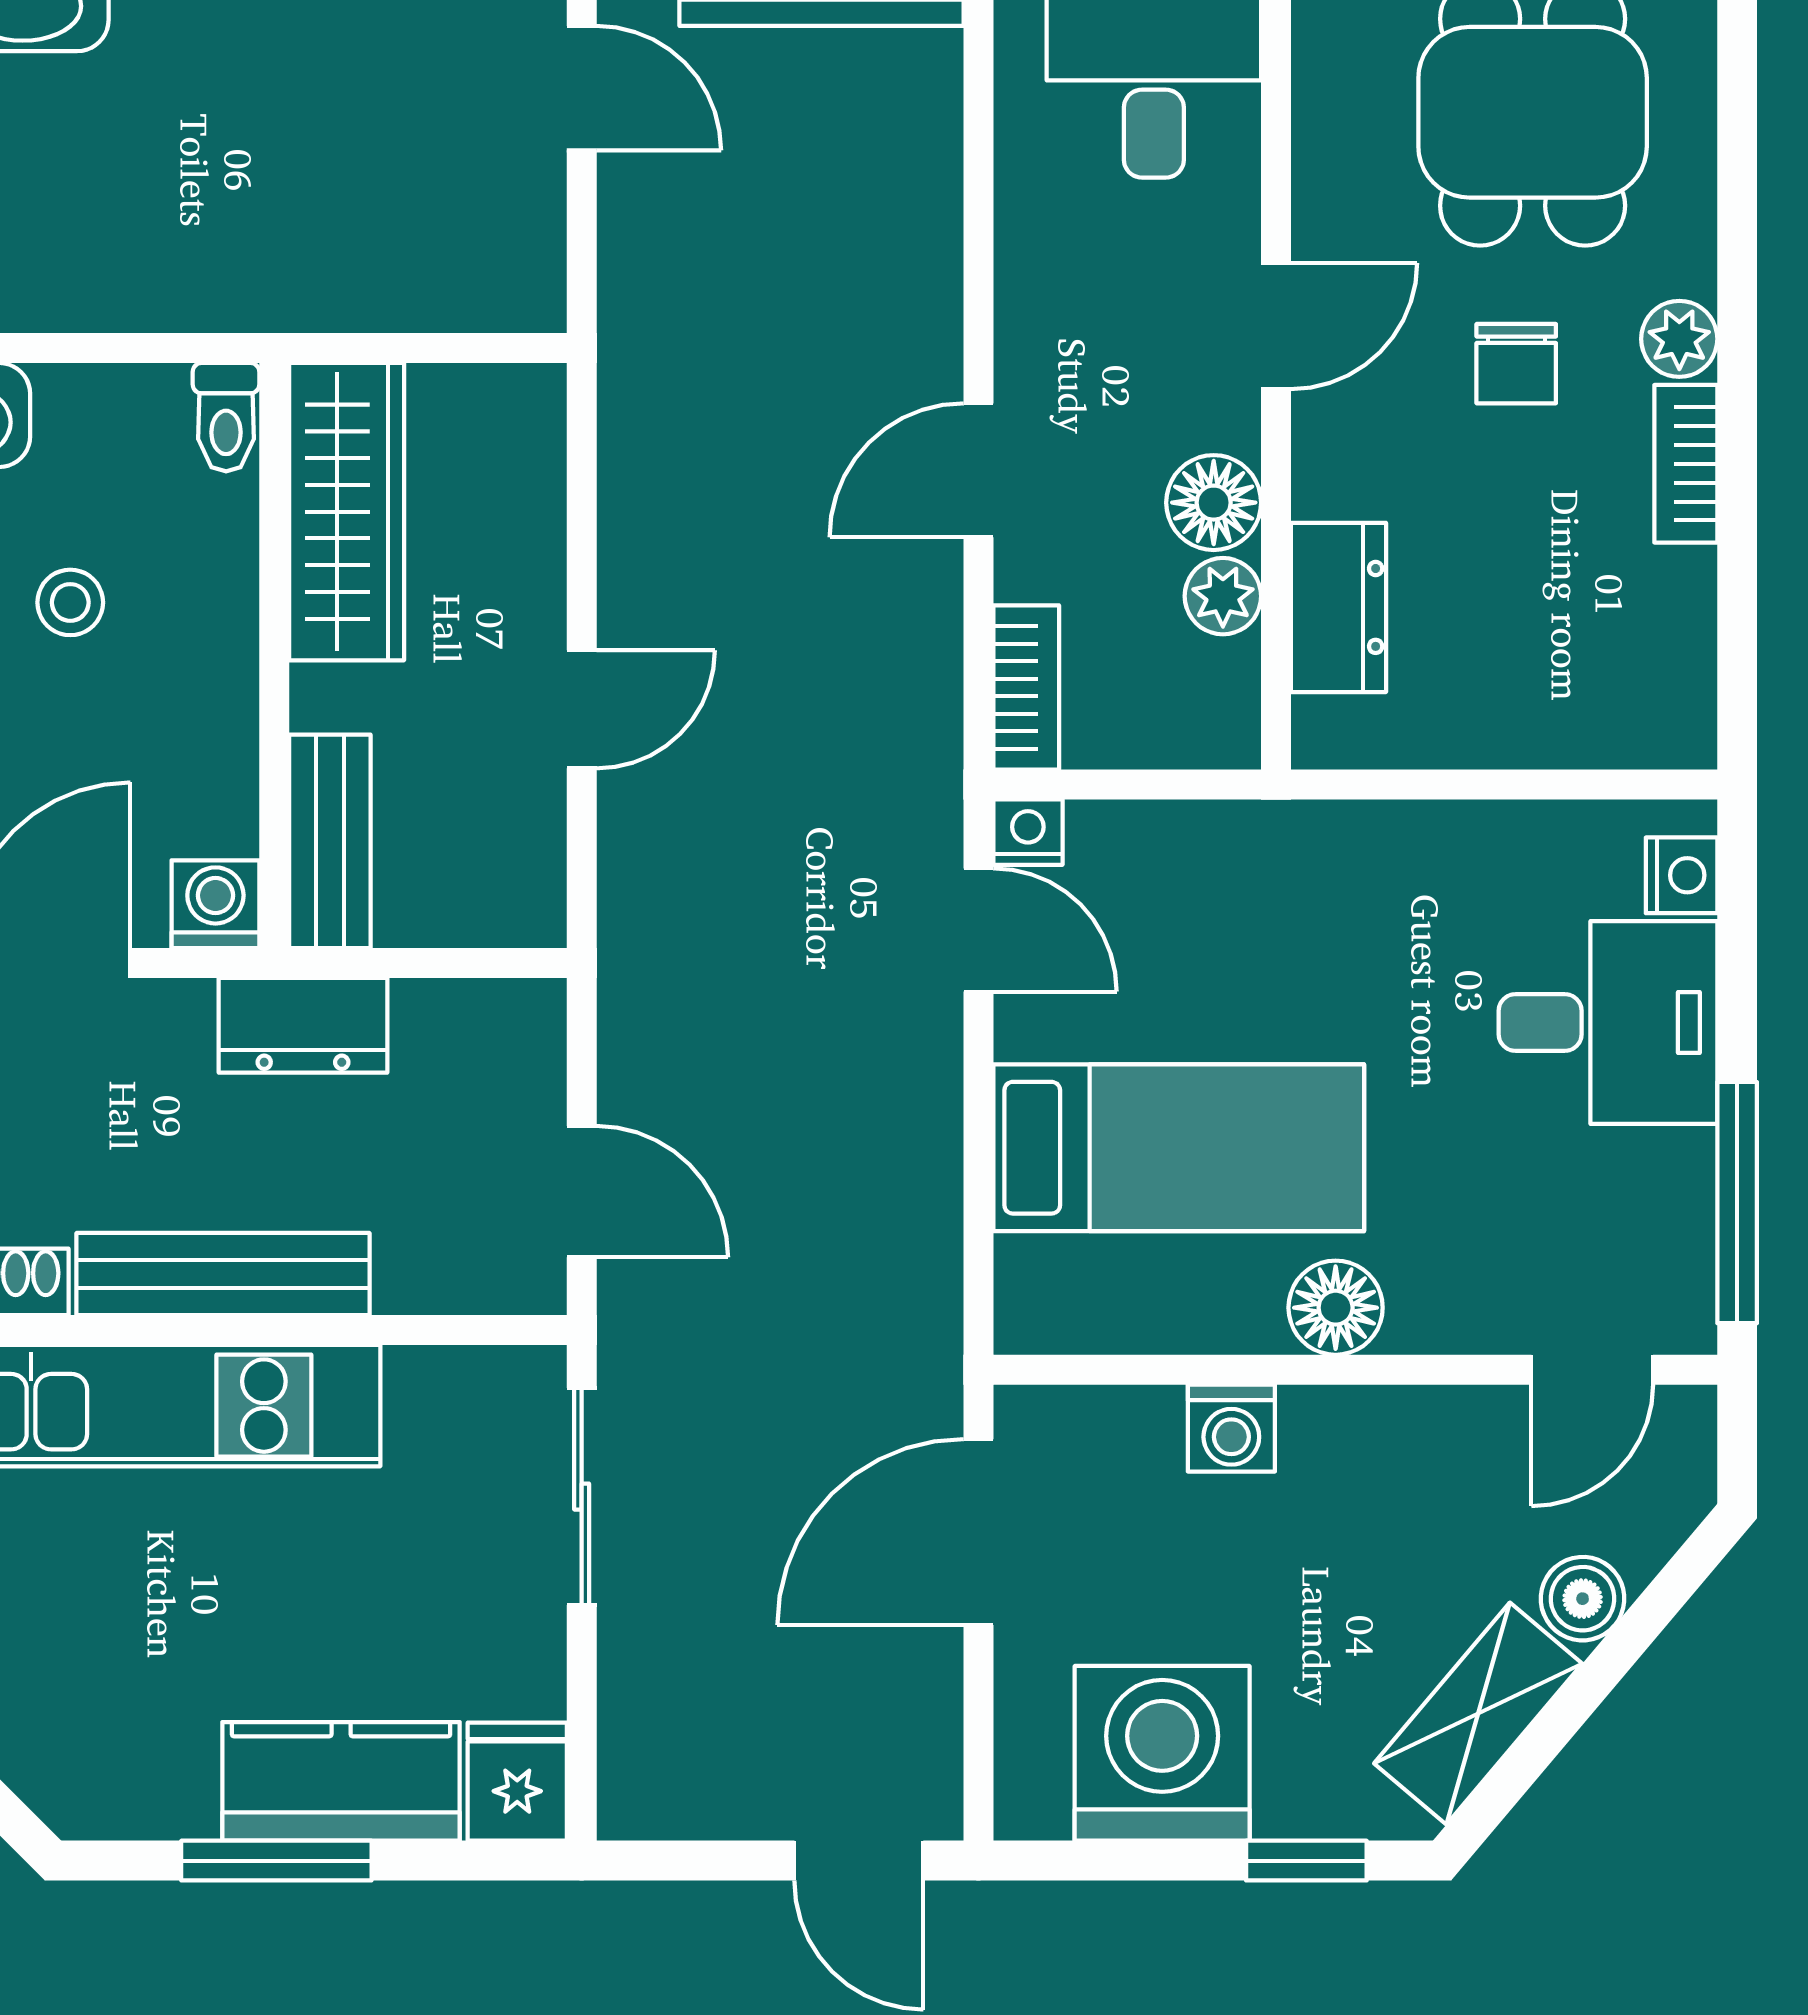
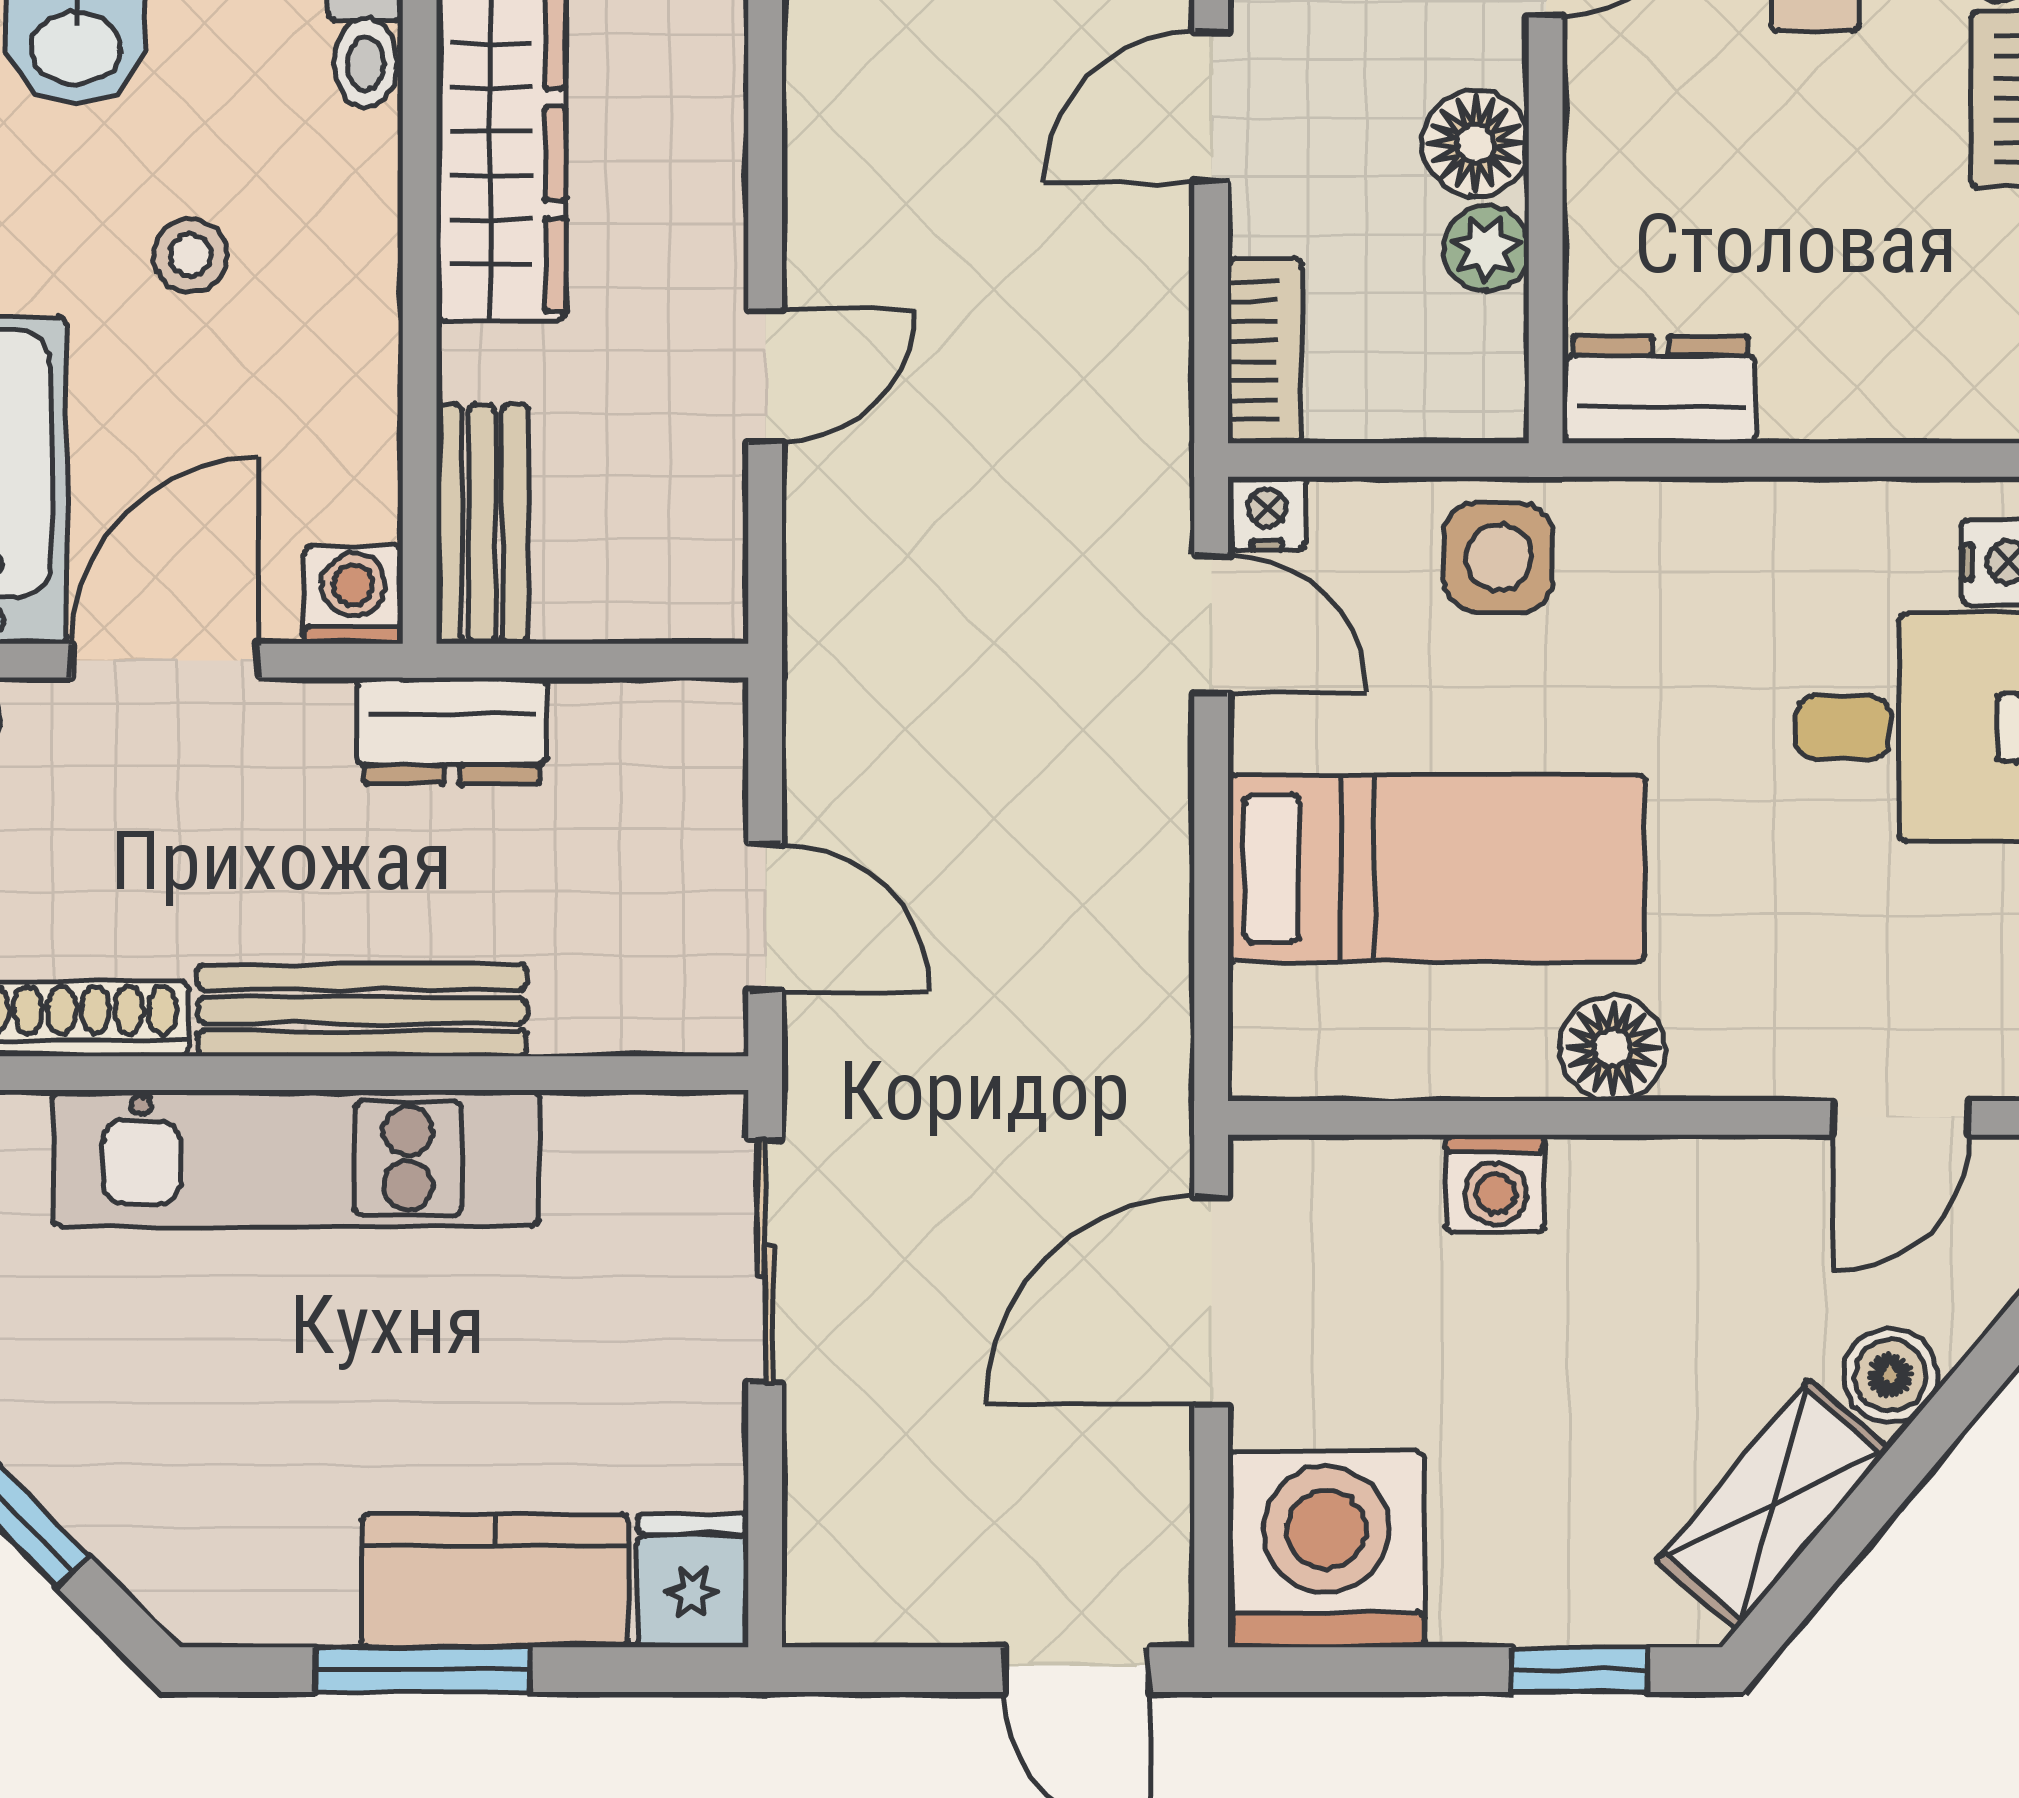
dresser: (1338, 607) -> (1660, 390), moved, turned -90
side table: (1234, 871) -> (1499, 558), added
washing machine: (1162, 1753) -> (1326, 1549), moved

